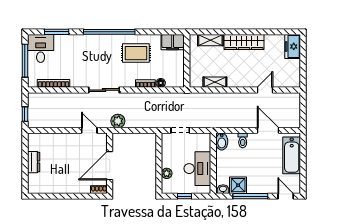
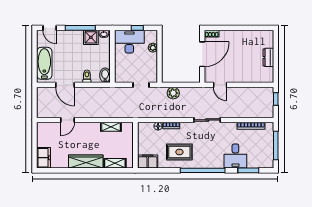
desk: (41, 48) -> (235, 156), moved
plant: (118, 121) -> (173, 93), moved
desk: (197, 169) -> (129, 42), moved, turned 90

